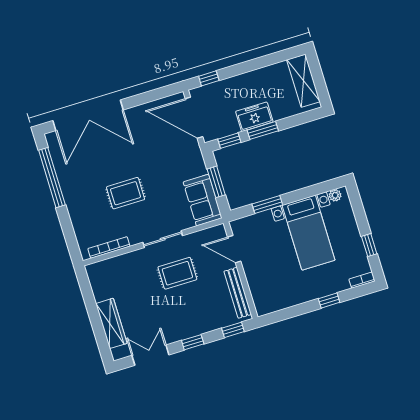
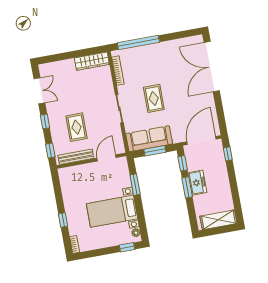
window: (52, 178) -> (138, 43), moved
rug: (125, 193) -> (154, 98), moved
sofa: (203, 200) -> (149, 139), width x1.36
window: (369, 245) -> (127, 247), moved
rug: (177, 273) -> (77, 127), moved
wardrobe: (111, 323) -> (92, 61), moved

